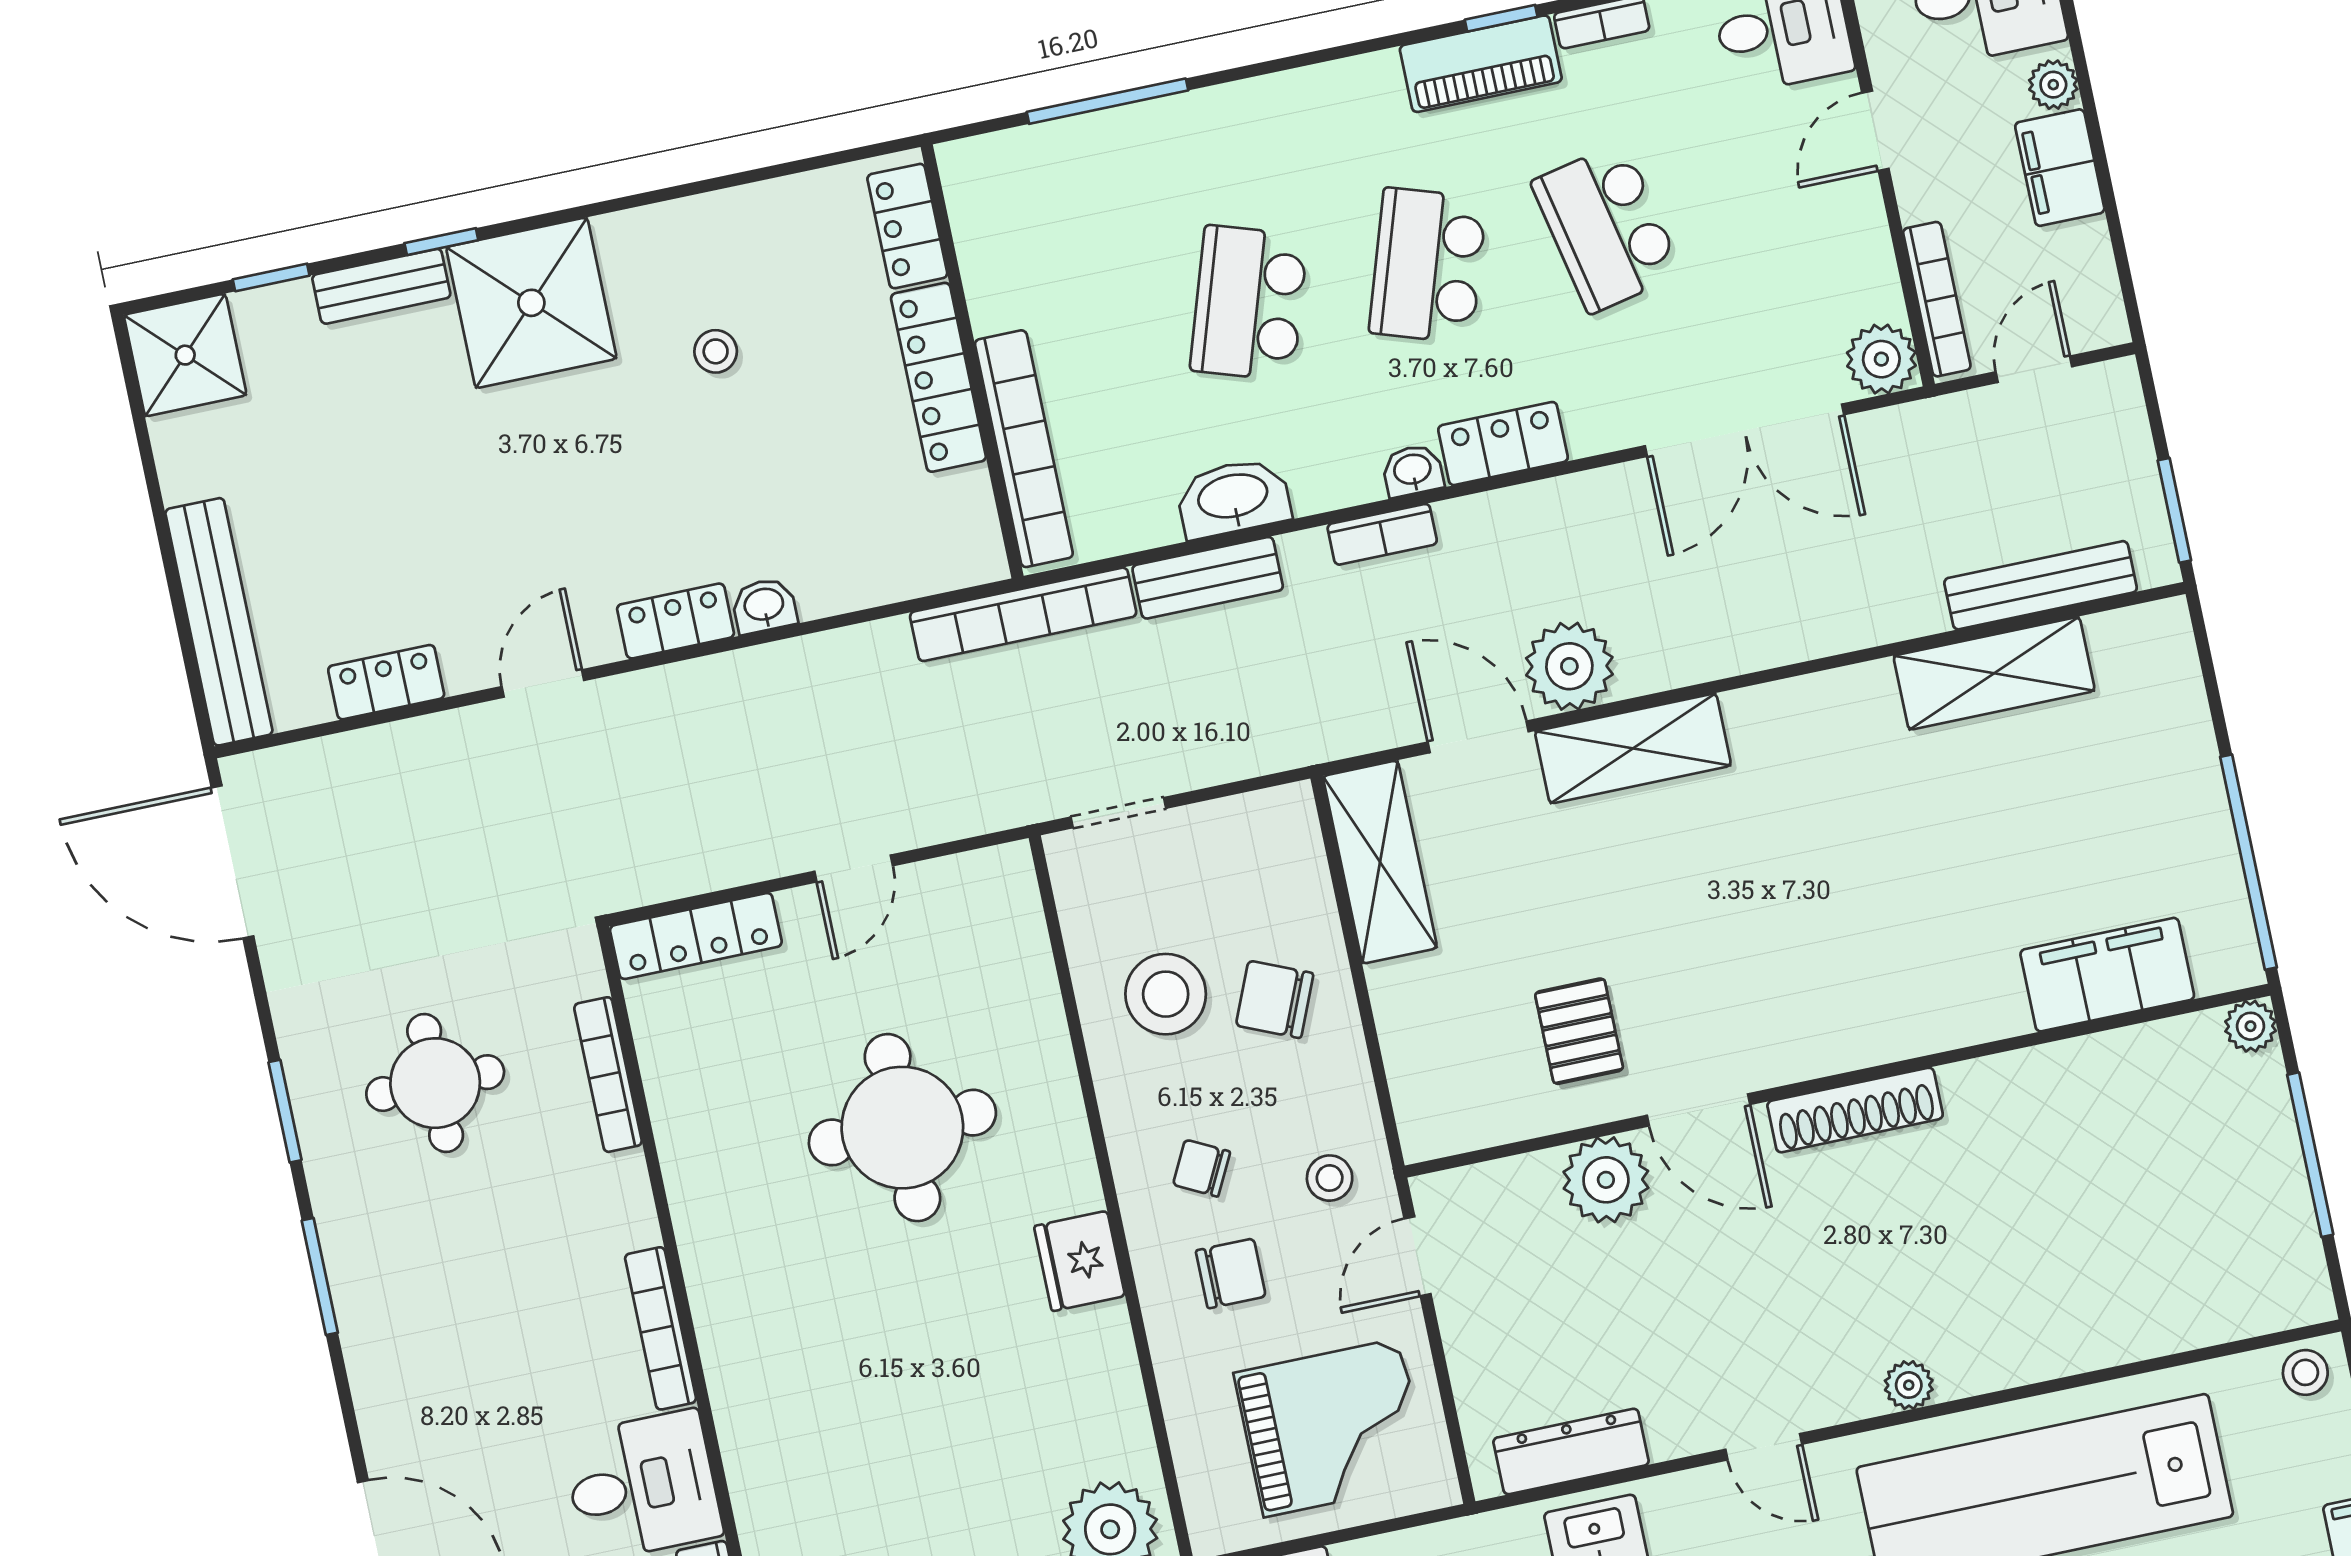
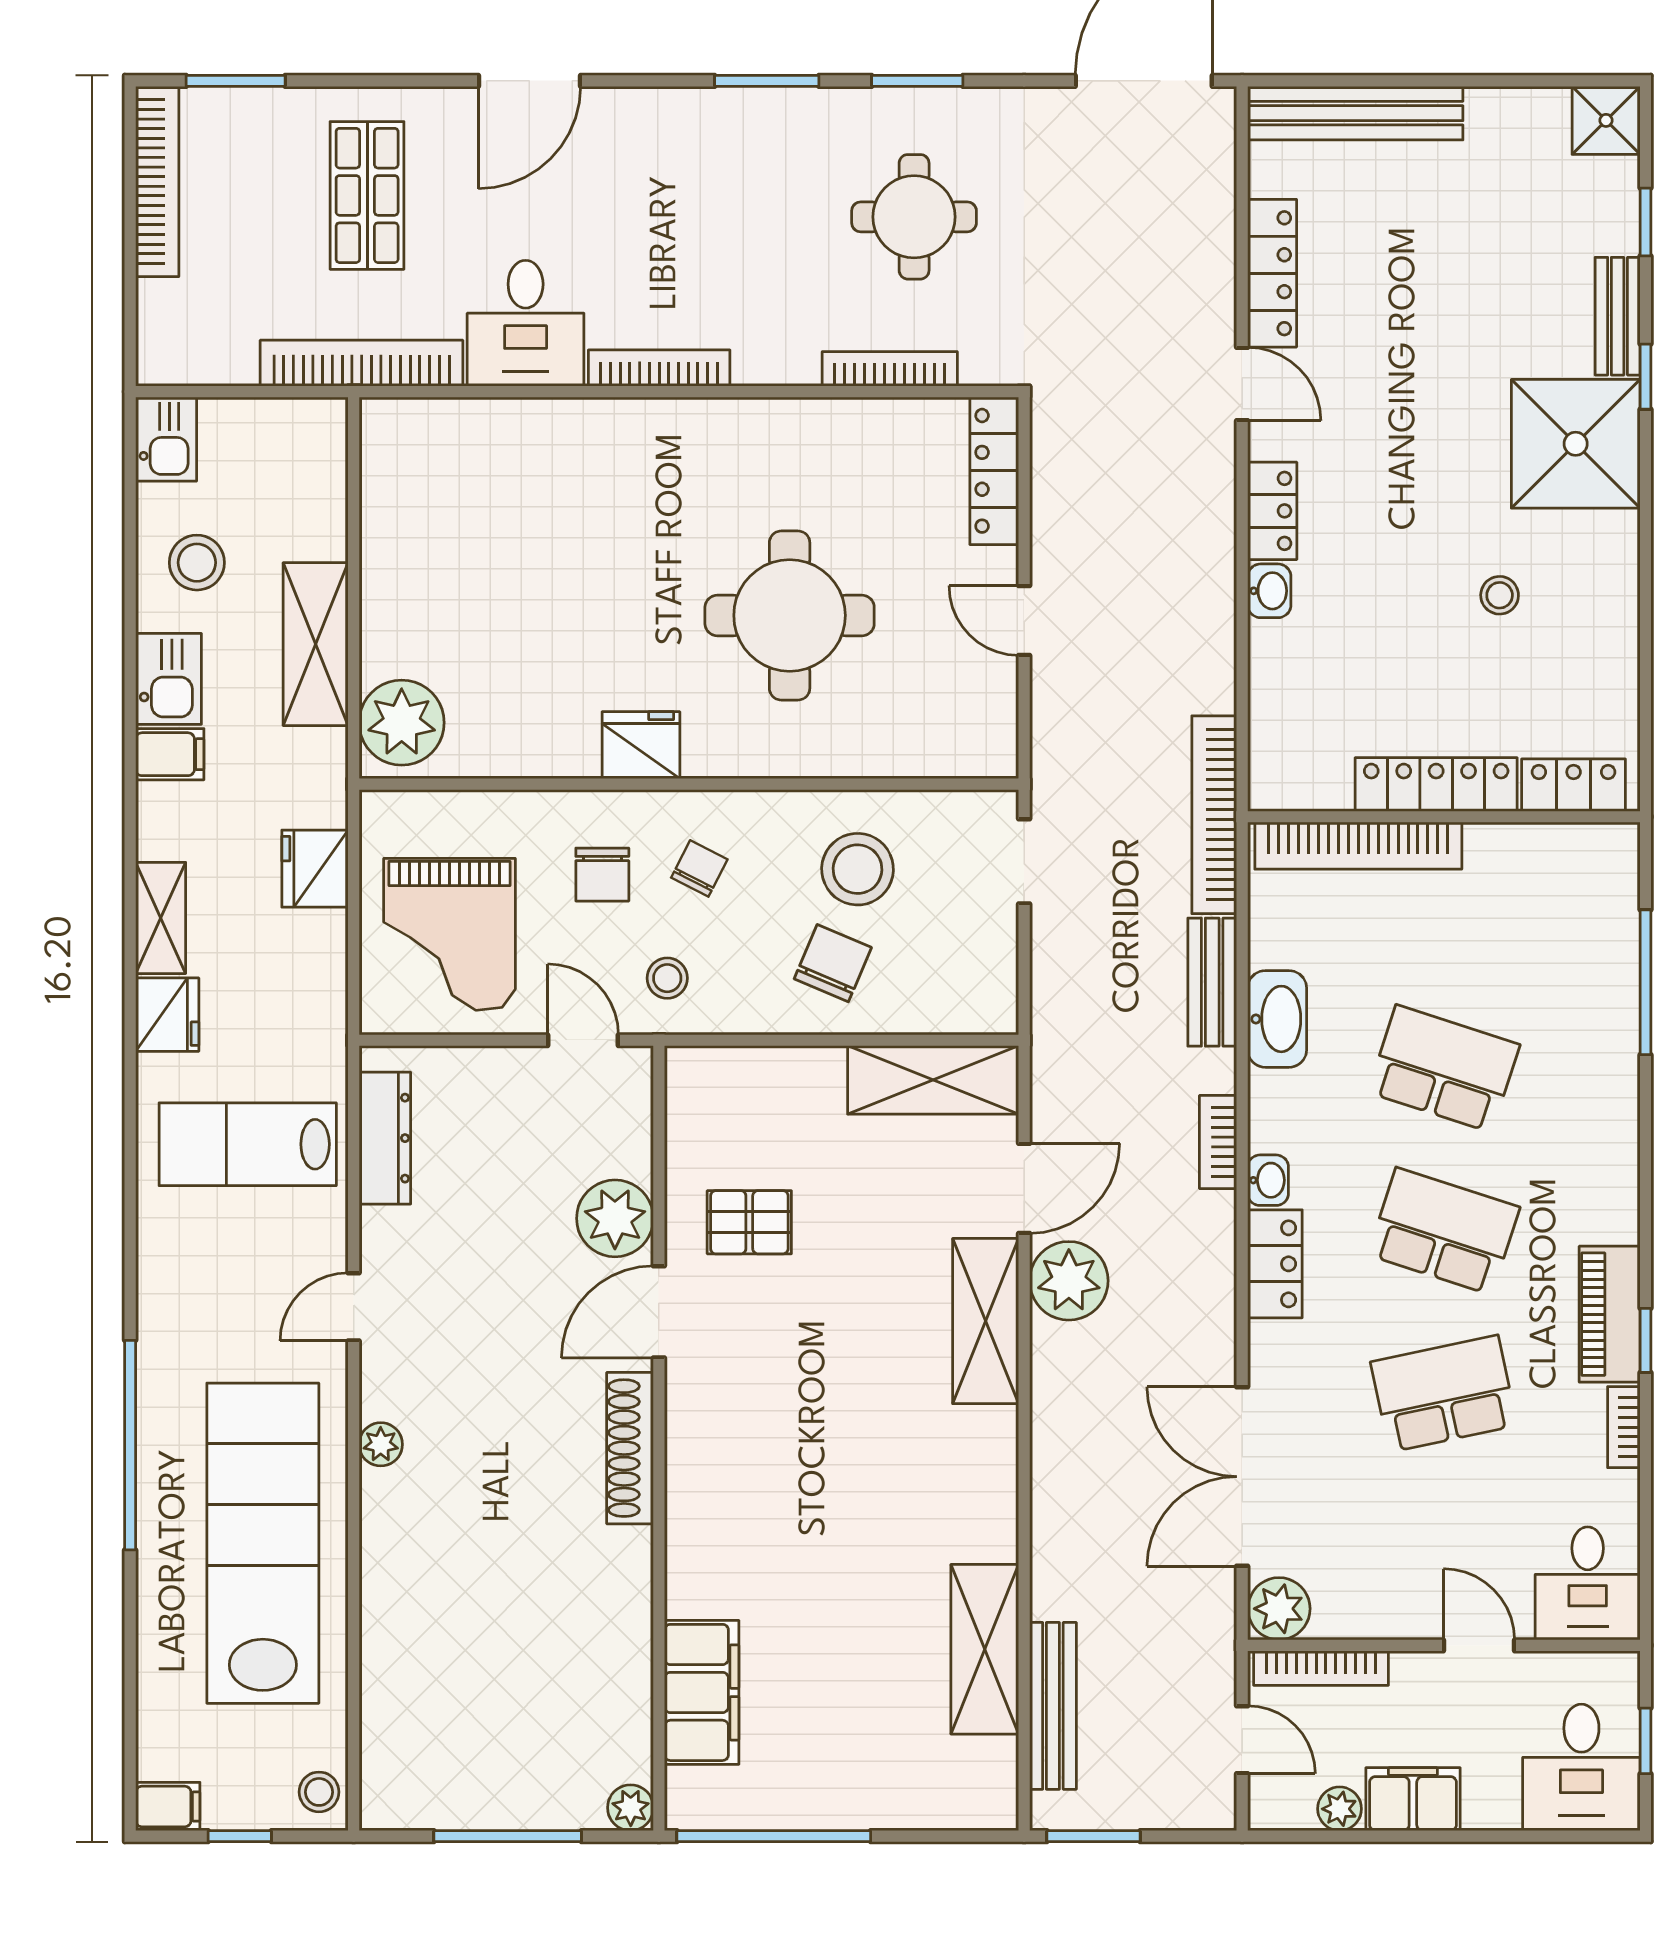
plant: (2053, 85) -> (1340, 1809), moved
shower: (185, 355) -> (1606, 120), width x0.73, depth x0.73
locker: (386, 682) -> (1272, 273), width x1.53

